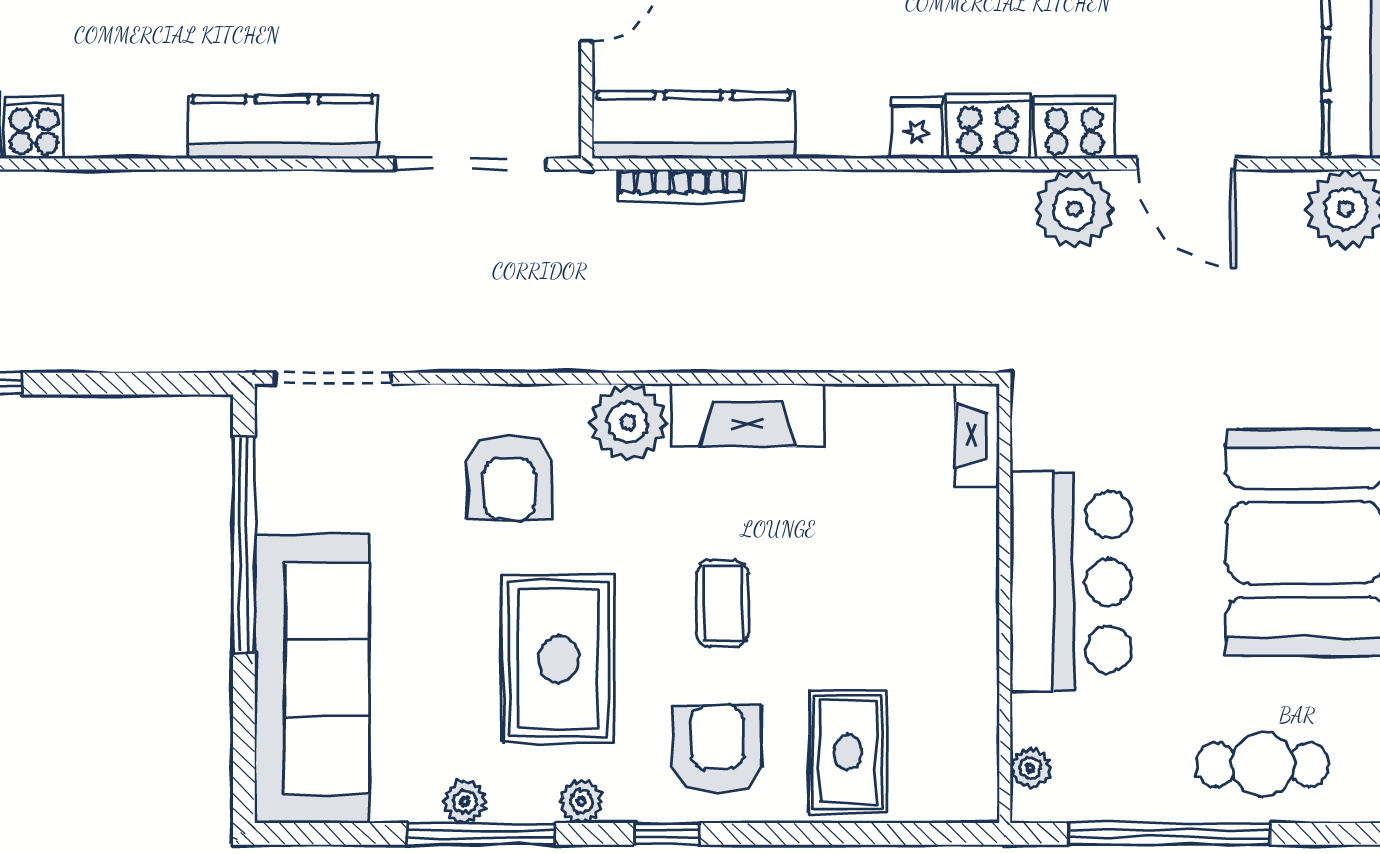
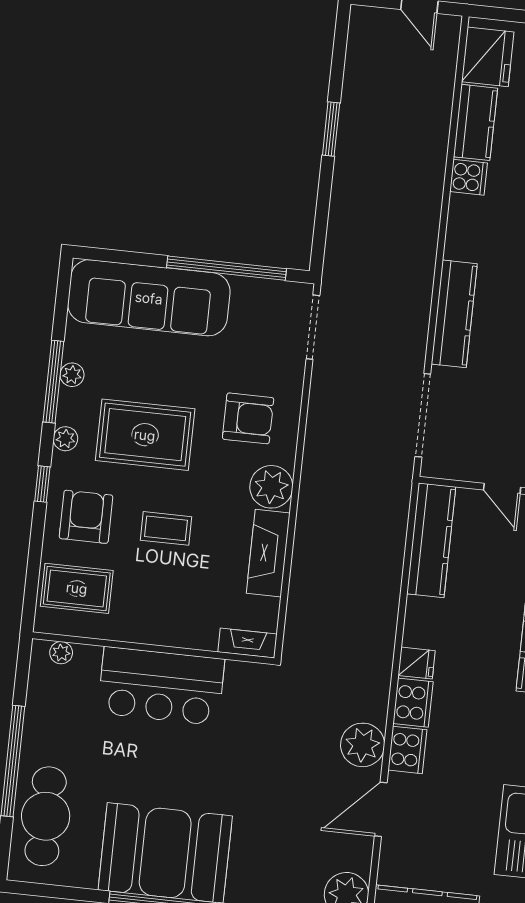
bookcase: (681, 186) -> (398, 530), removed
fireplace: (977, 435) -> (247, 643), moved
armchair: (510, 477) -> (248, 418), turned 180
bar counter: (1071, 582) -> (161, 686), moved
wall: (1005, 603) -> (153, 648), moved
armchair: (717, 749) -> (86, 517), turned -90
cafe table: (1263, 764) -> (46, 816), width x1.37, depth x1.35
plant: (1030, 768) -> (61, 653), moved

